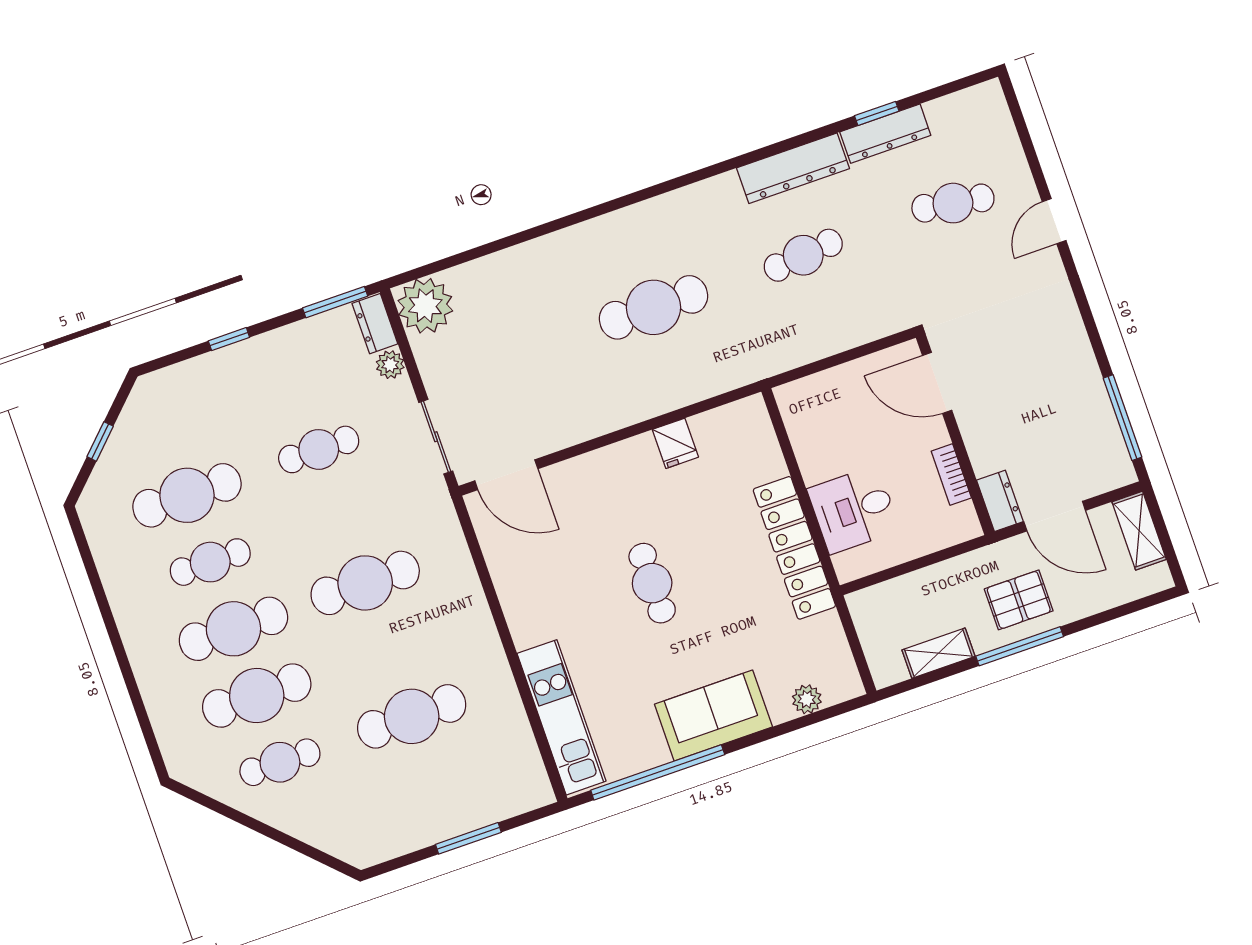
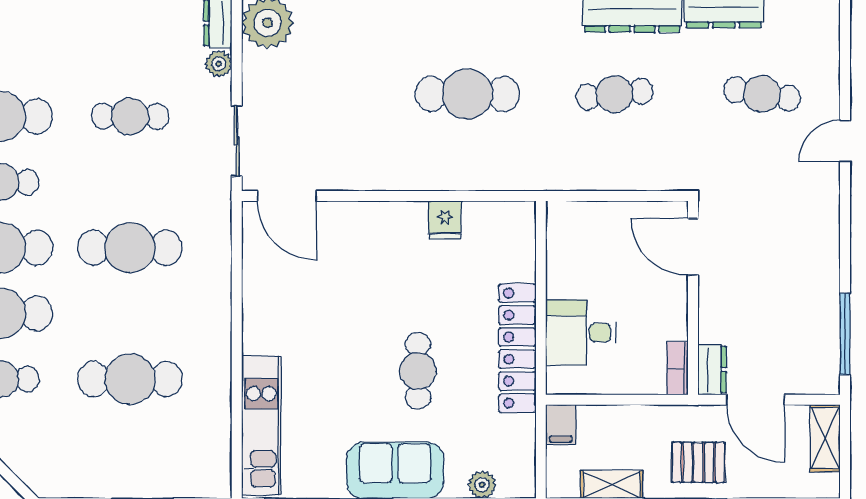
bookcase: (951, 474) -> (677, 368), moved
cafe table: (652, 583) -> (418, 371), moved
filing cabinet: (866, 610) -> (561, 425), added

